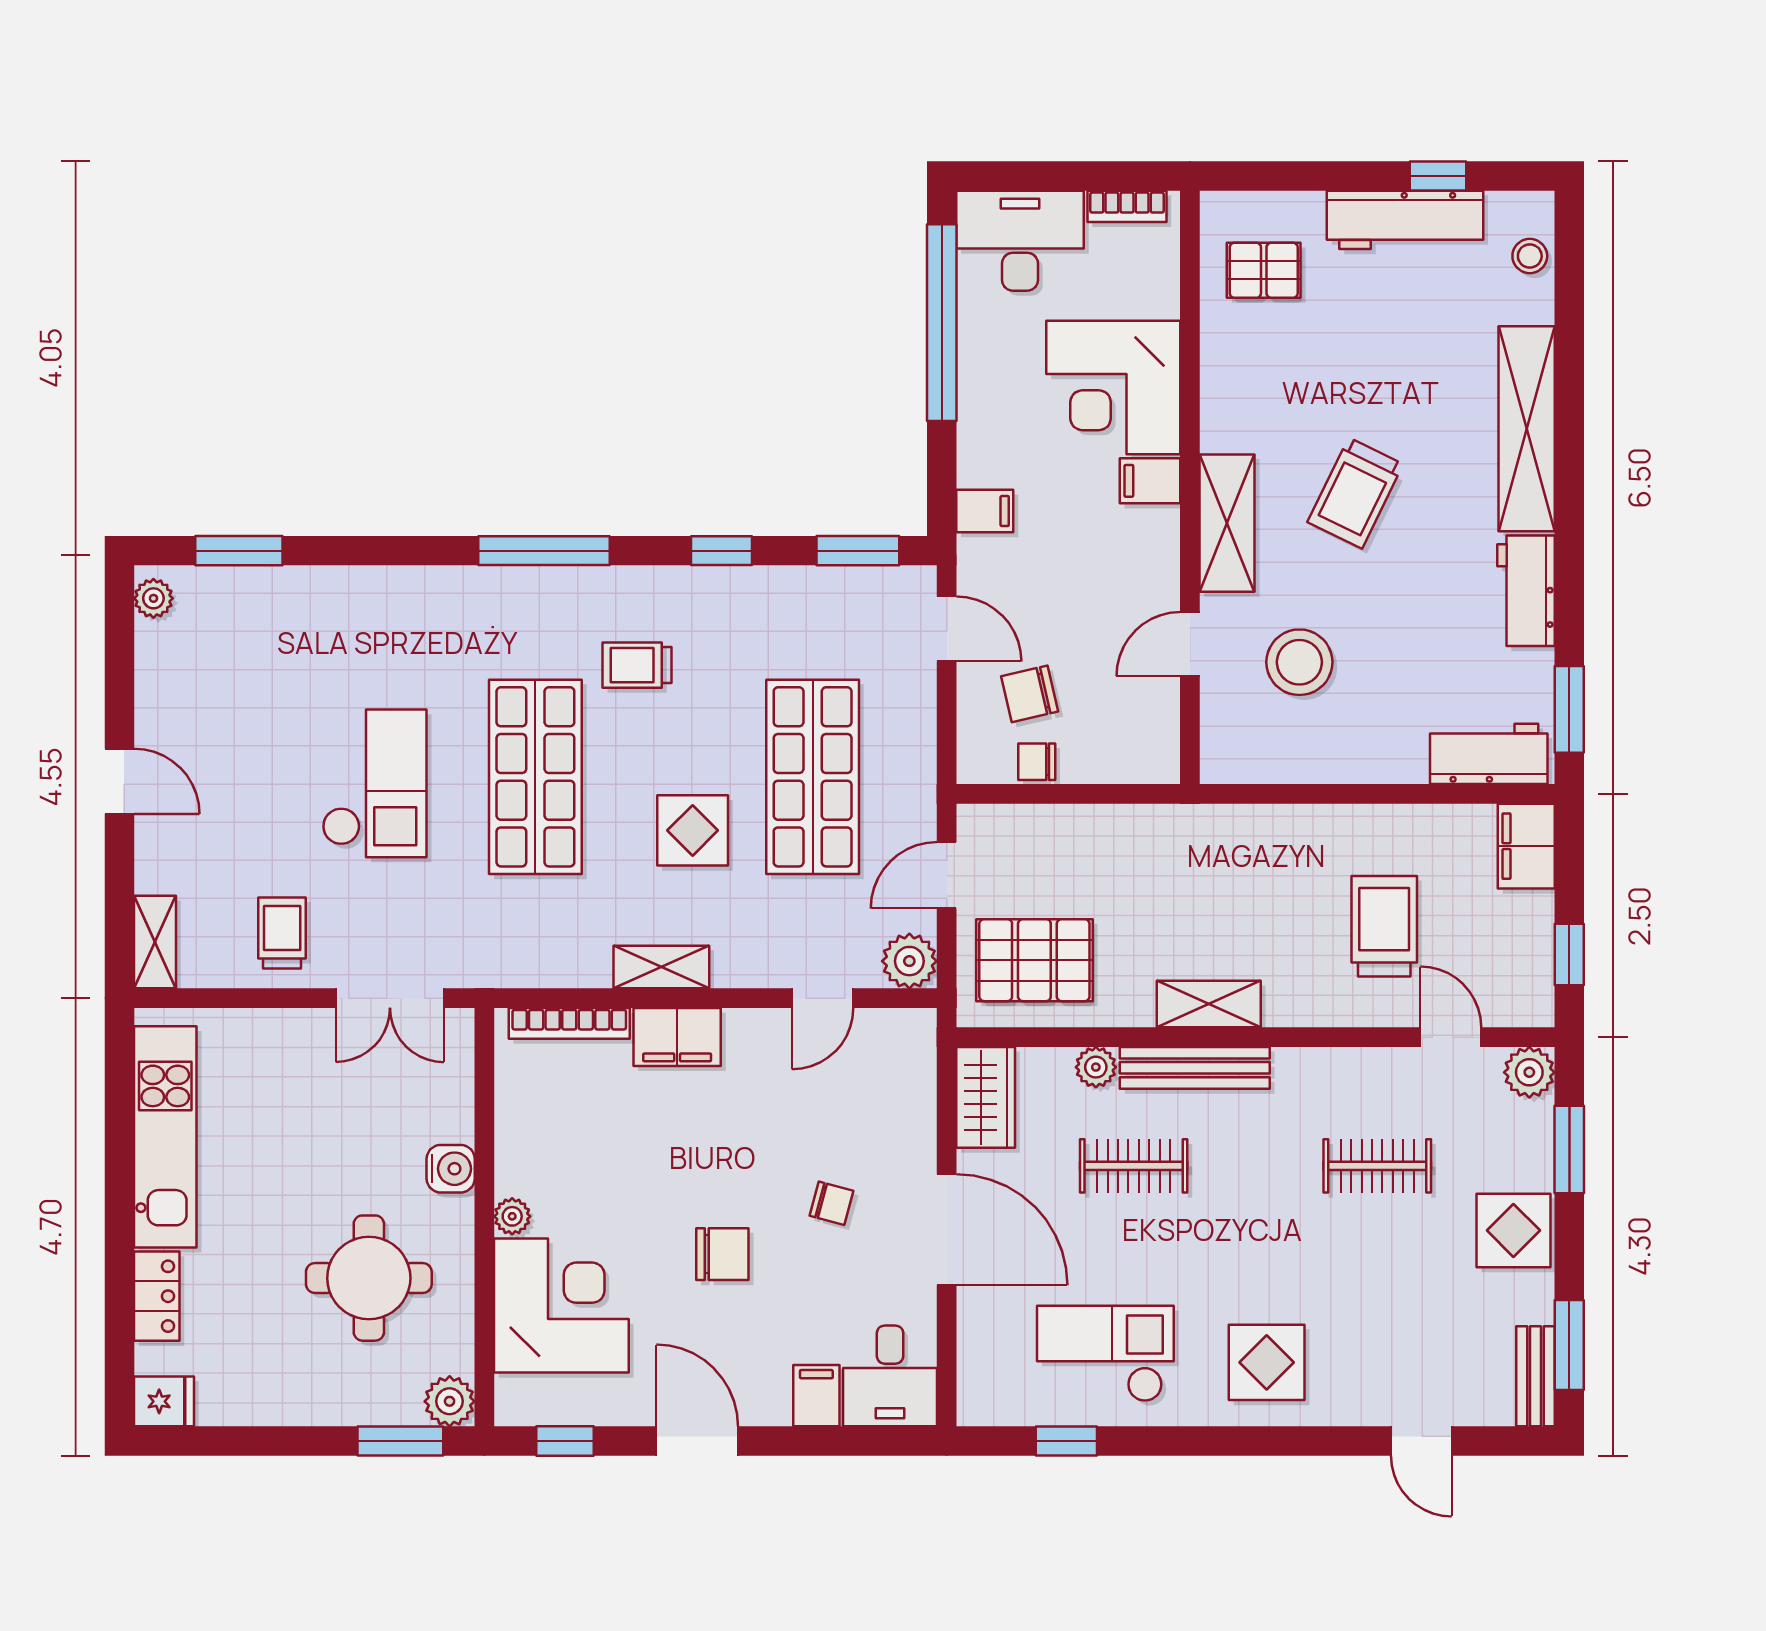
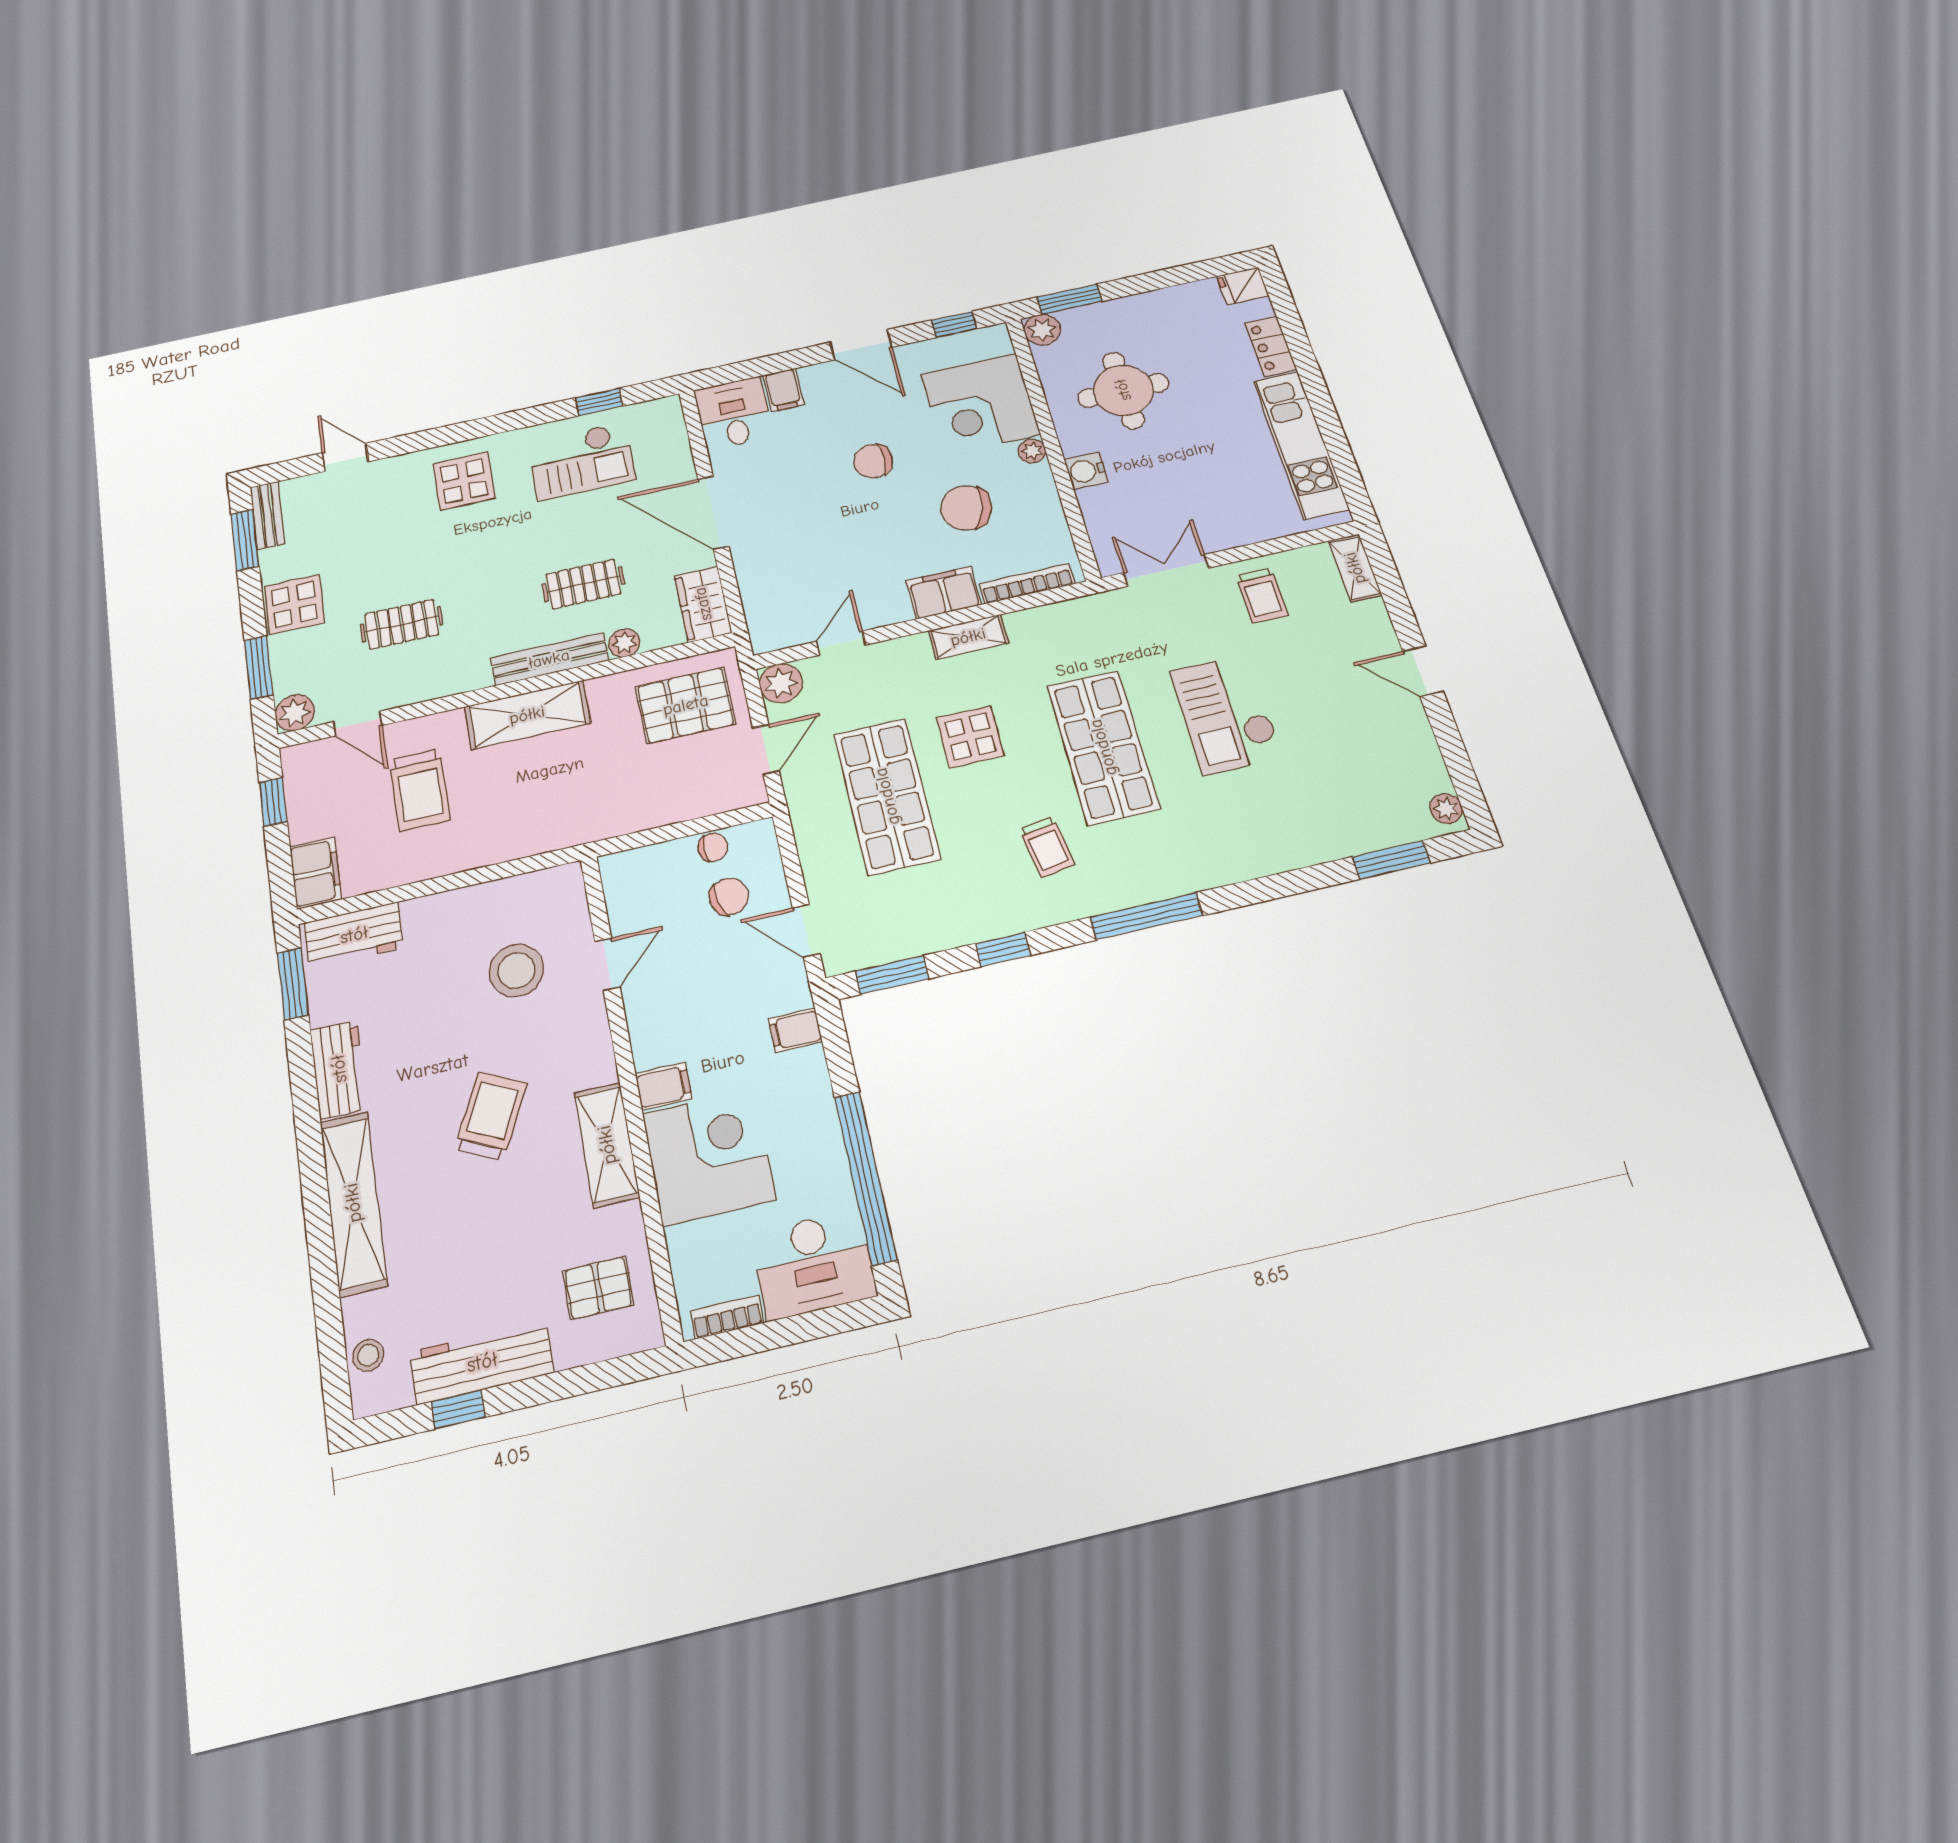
shelving: (1227, 523) -> (607, 1145), moved
trolley: (637, 665) -> (1047, 847), turned 81
shelving: (1209, 1004) -> (527, 715), width x1.50, depth x1.33
chair: (831, 1203) -> (966, 508), moved, width x1.87, depth x1.87

